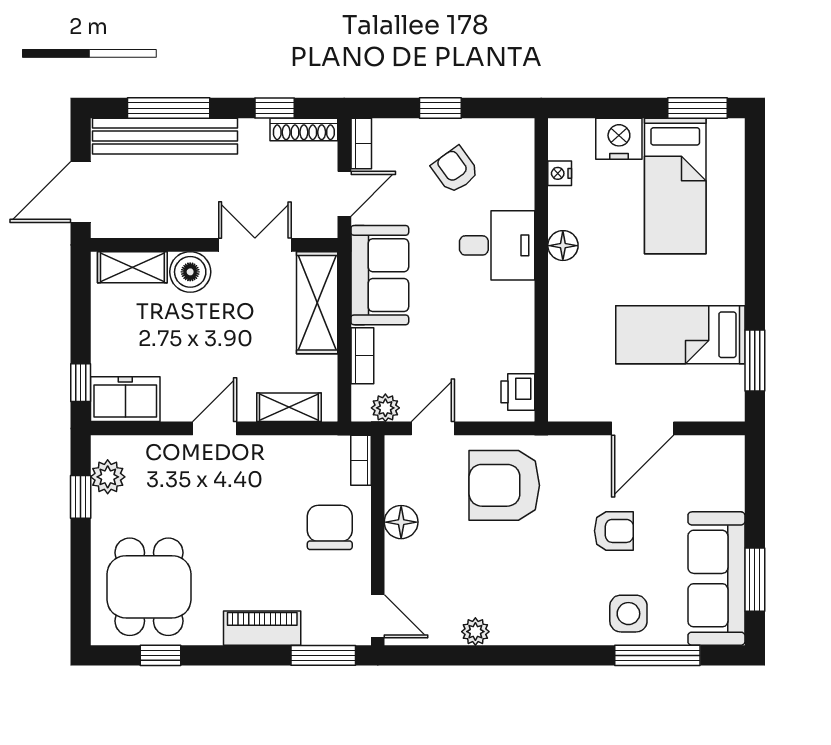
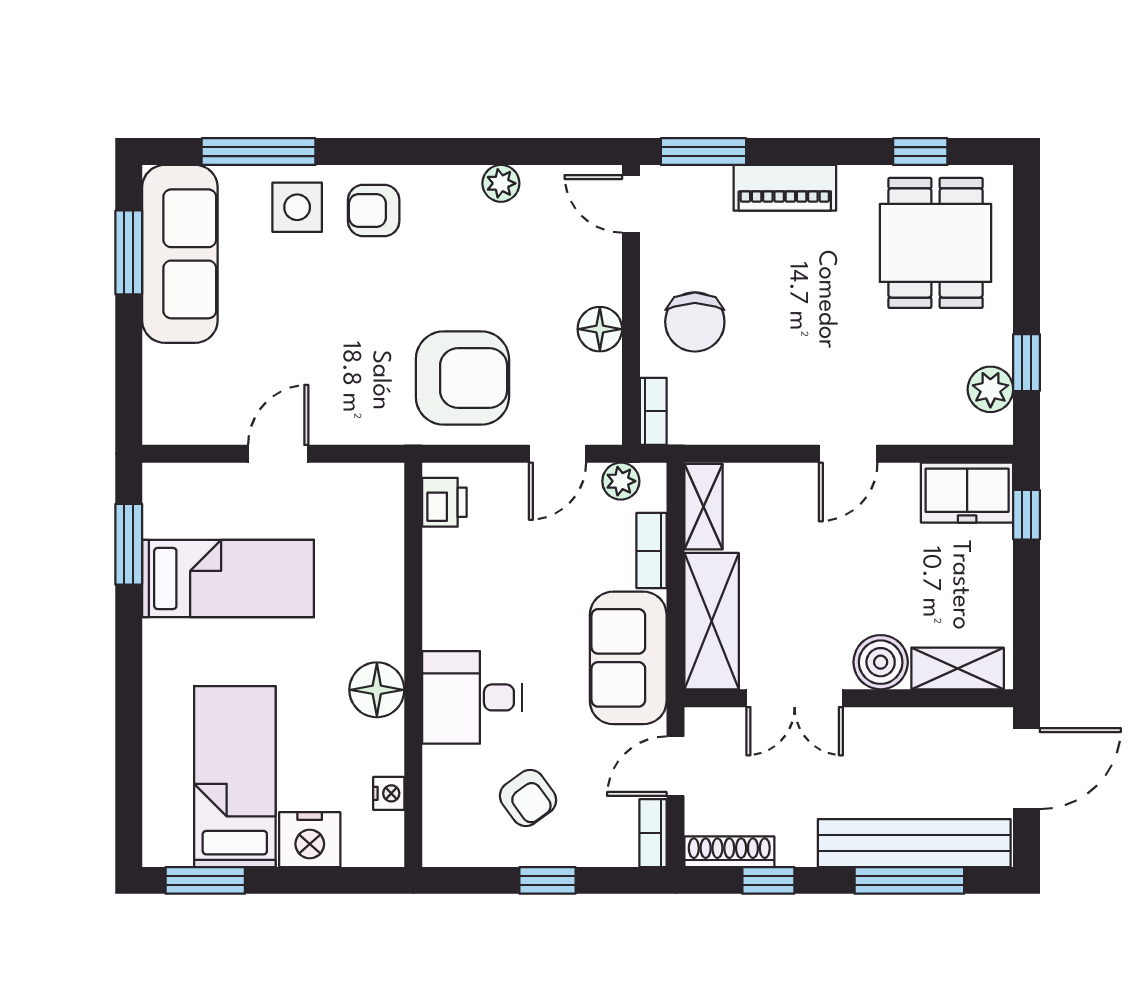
floor lamp: (563, 246) -> (377, 690), width x1.38, depth x1.38
shelving: (289, 407) -> (704, 507), moved, turned 90
door: (643, 428) -> (278, 454), width x0.73
armchair: (614, 531) -> (374, 210), moved

